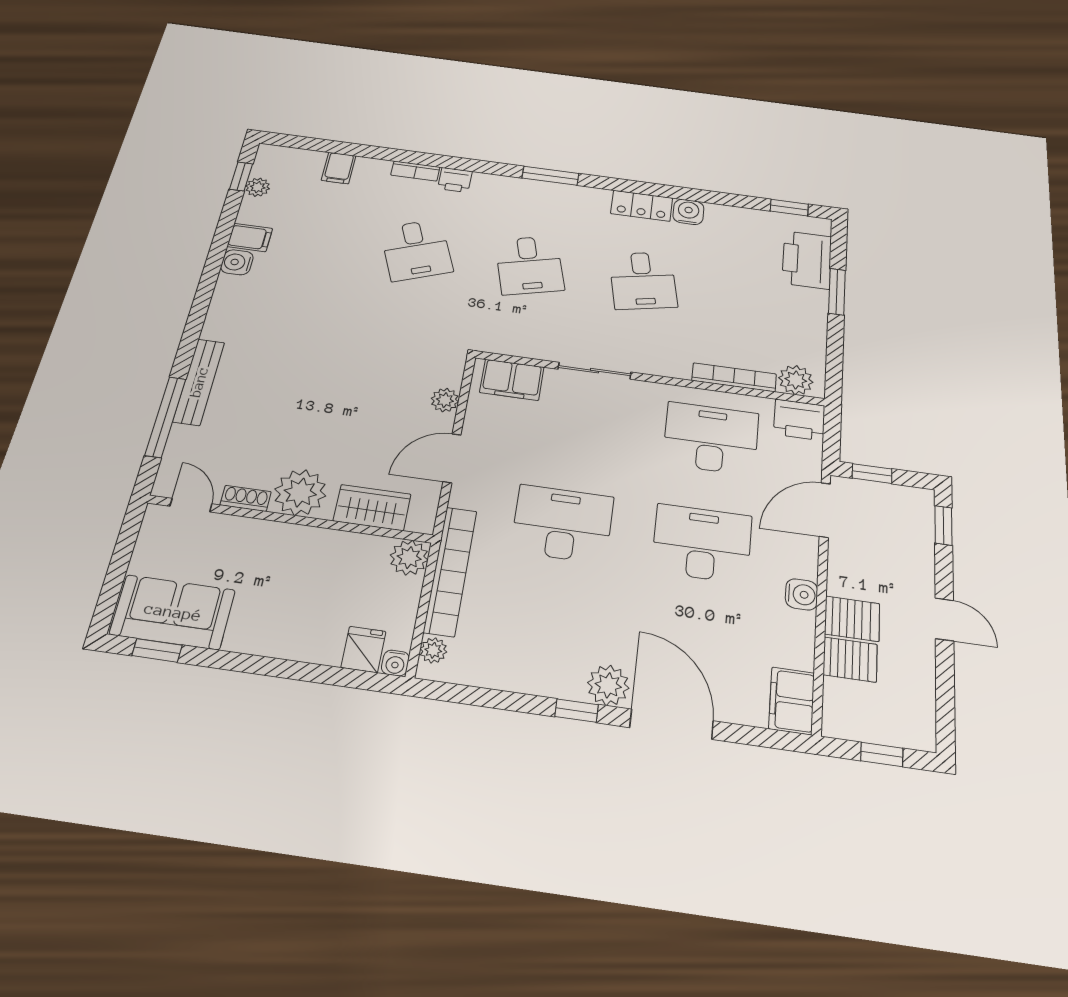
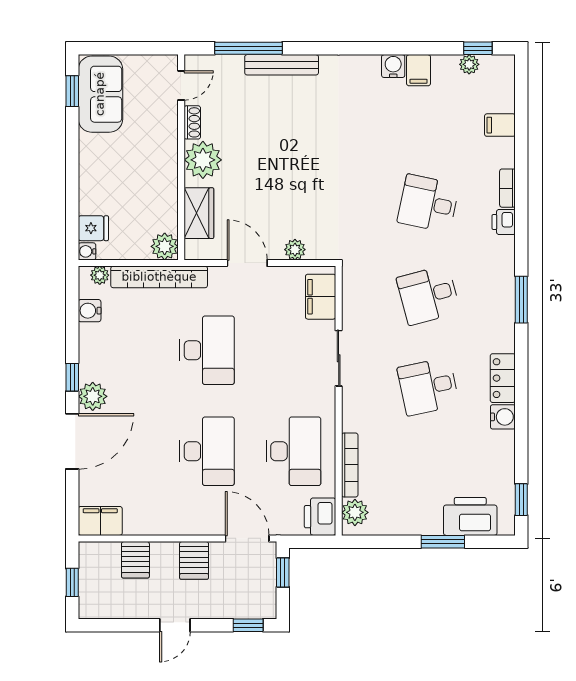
desk: (416, 250) -> (428, 203), turned 33
water cooler: (802, 594) -> (90, 311), moved, turned 90
server rack: (852, 619) -> (194, 560), moved

